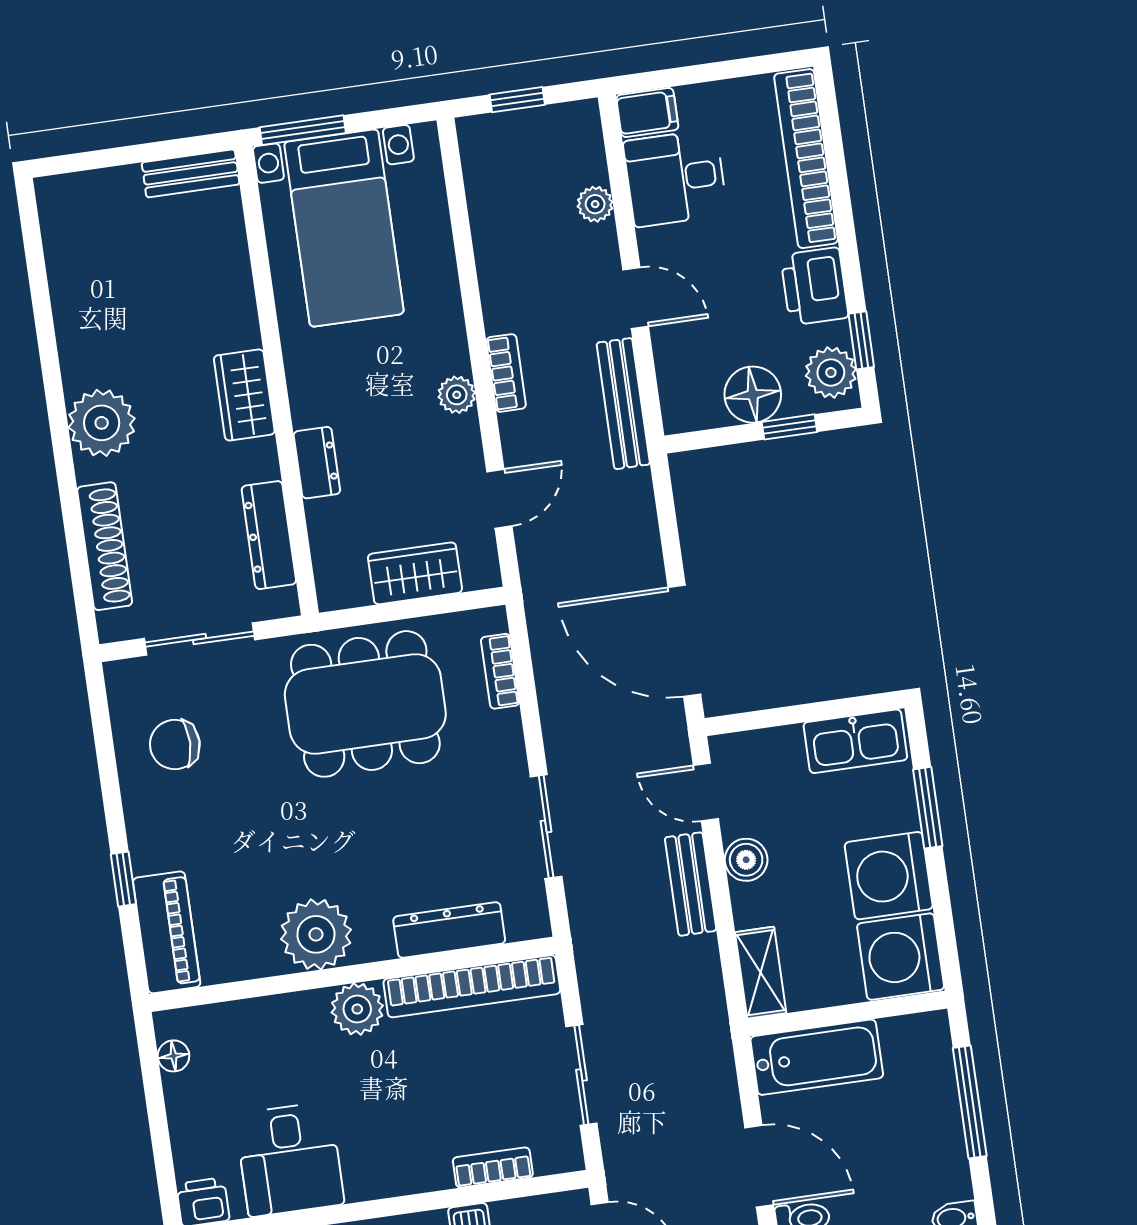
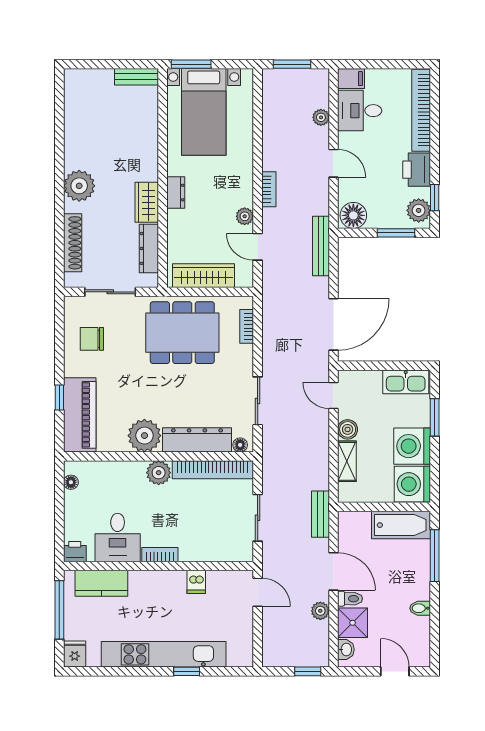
window: (517, 100) -> (292, 64), width x1.50
wardrobe: (244, 395) -> (147, 202), moved
plant: (457, 395) -> (245, 216), moved
floor lamp: (753, 395) -> (353, 215), moved
bench: (623, 404) -> (321, 246), moved
window: (789, 427) -> (396, 233), width x1.50
dresser: (317, 463) -> (176, 193), moved
door: (499, 499) -> (258, 247), swing flipped
wardrobe: (415, 573) -> (203, 276), width x1.50
door: (684, 641) -> (333, 324), swing flipped
bench: (691, 884) -> (320, 514), moved
floor lamp: (522, 925) -> (240, 445), added
dresser: (449, 930) -> (197, 440), width x1.37, depth x1.24
piano: (167, 932) -> (80, 415), width x1.37, depth x1.33
shelving: (761, 973) -> (347, 461), moved
bathtub: (817, 1057) -> (401, 525), moved
bookcase: (493, 1167) -> (160, 555), moved

